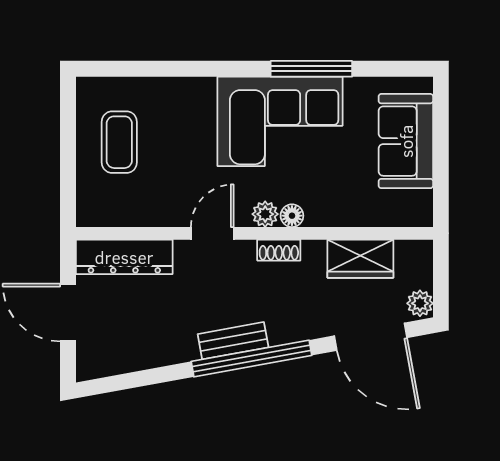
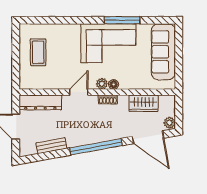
sofa: (406, 141) -> (163, 52), width x1.36
bench: (233, 341) -> (51, 146), moved

